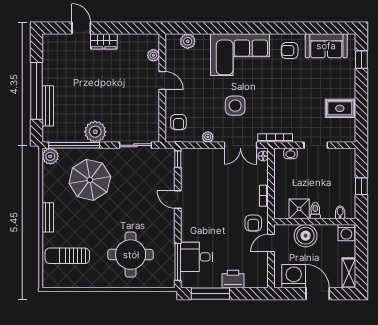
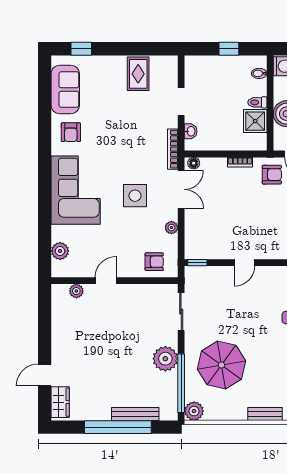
wardrobe: (104, 41) -> (60, 402), moved

